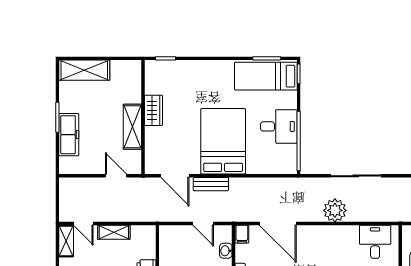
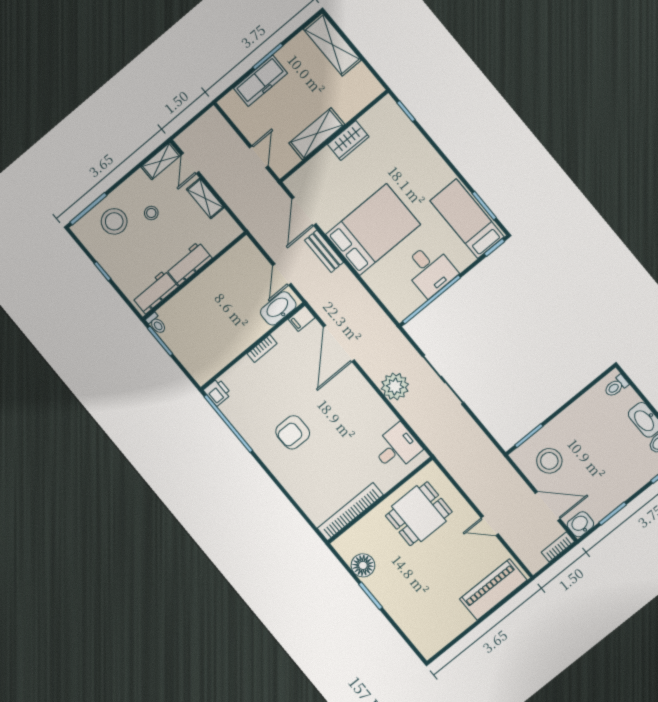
washbasin: (226, 251) -> (278, 308), width x1.91, depth x1.45

